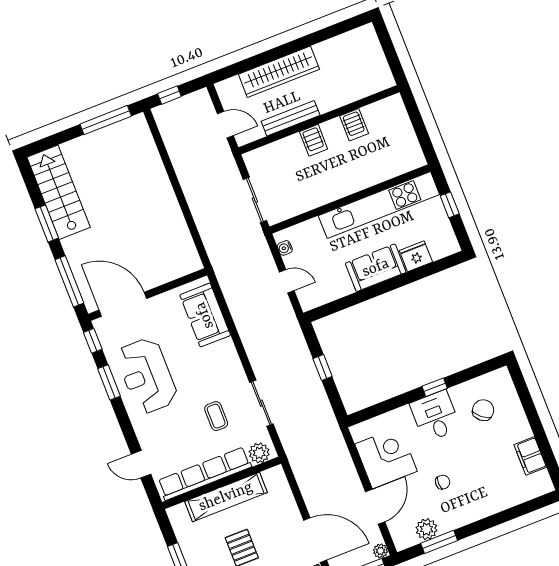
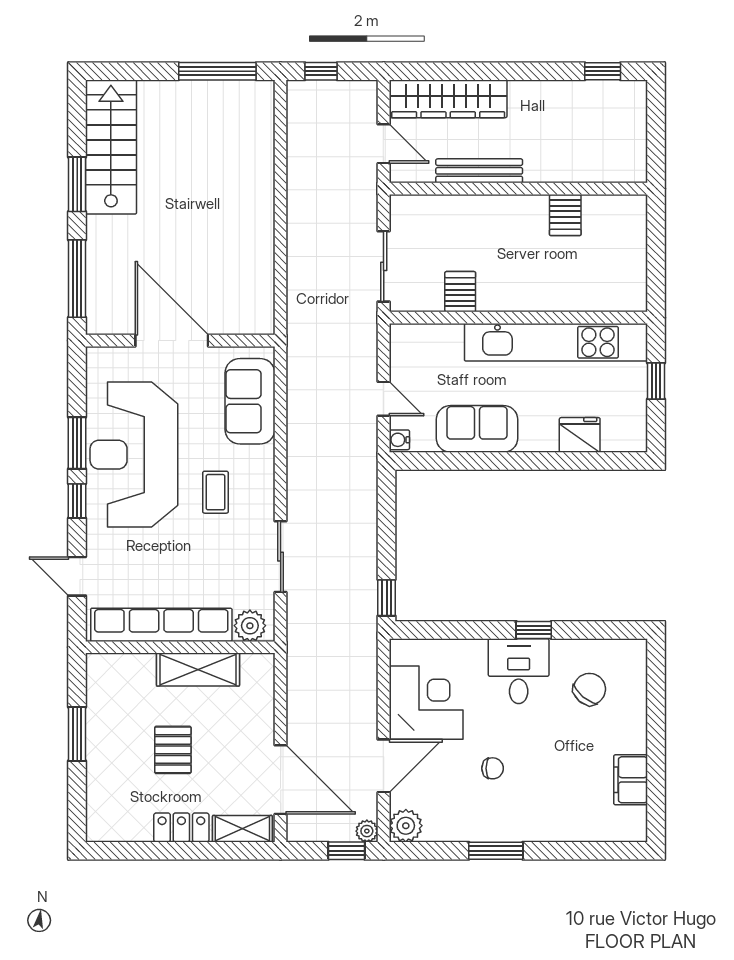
window: (342, 27) -> (603, 71), added
wardrobe: (279, 72) -> (448, 99), moved
server rack: (314, 140) -> (460, 292), moved, turned 180
water cooler: (285, 248) -> (399, 440), moved
sofa: (376, 268) -> (477, 429), moved
door: (123, 304) -> (172, 341), moved
window: (93, 341) -> (77, 501), moved
window: (323, 368) -> (387, 598), moved
reception desk: (147, 376) -> (134, 455), width x1.36, depth x1.30
coffee table: (216, 416) -> (215, 492), moved
shelving: (226, 497) -> (198, 670), width x0.68
plant: (427, 529) -> (406, 826), moved
window: (439, 542) -> (496, 851), moved

